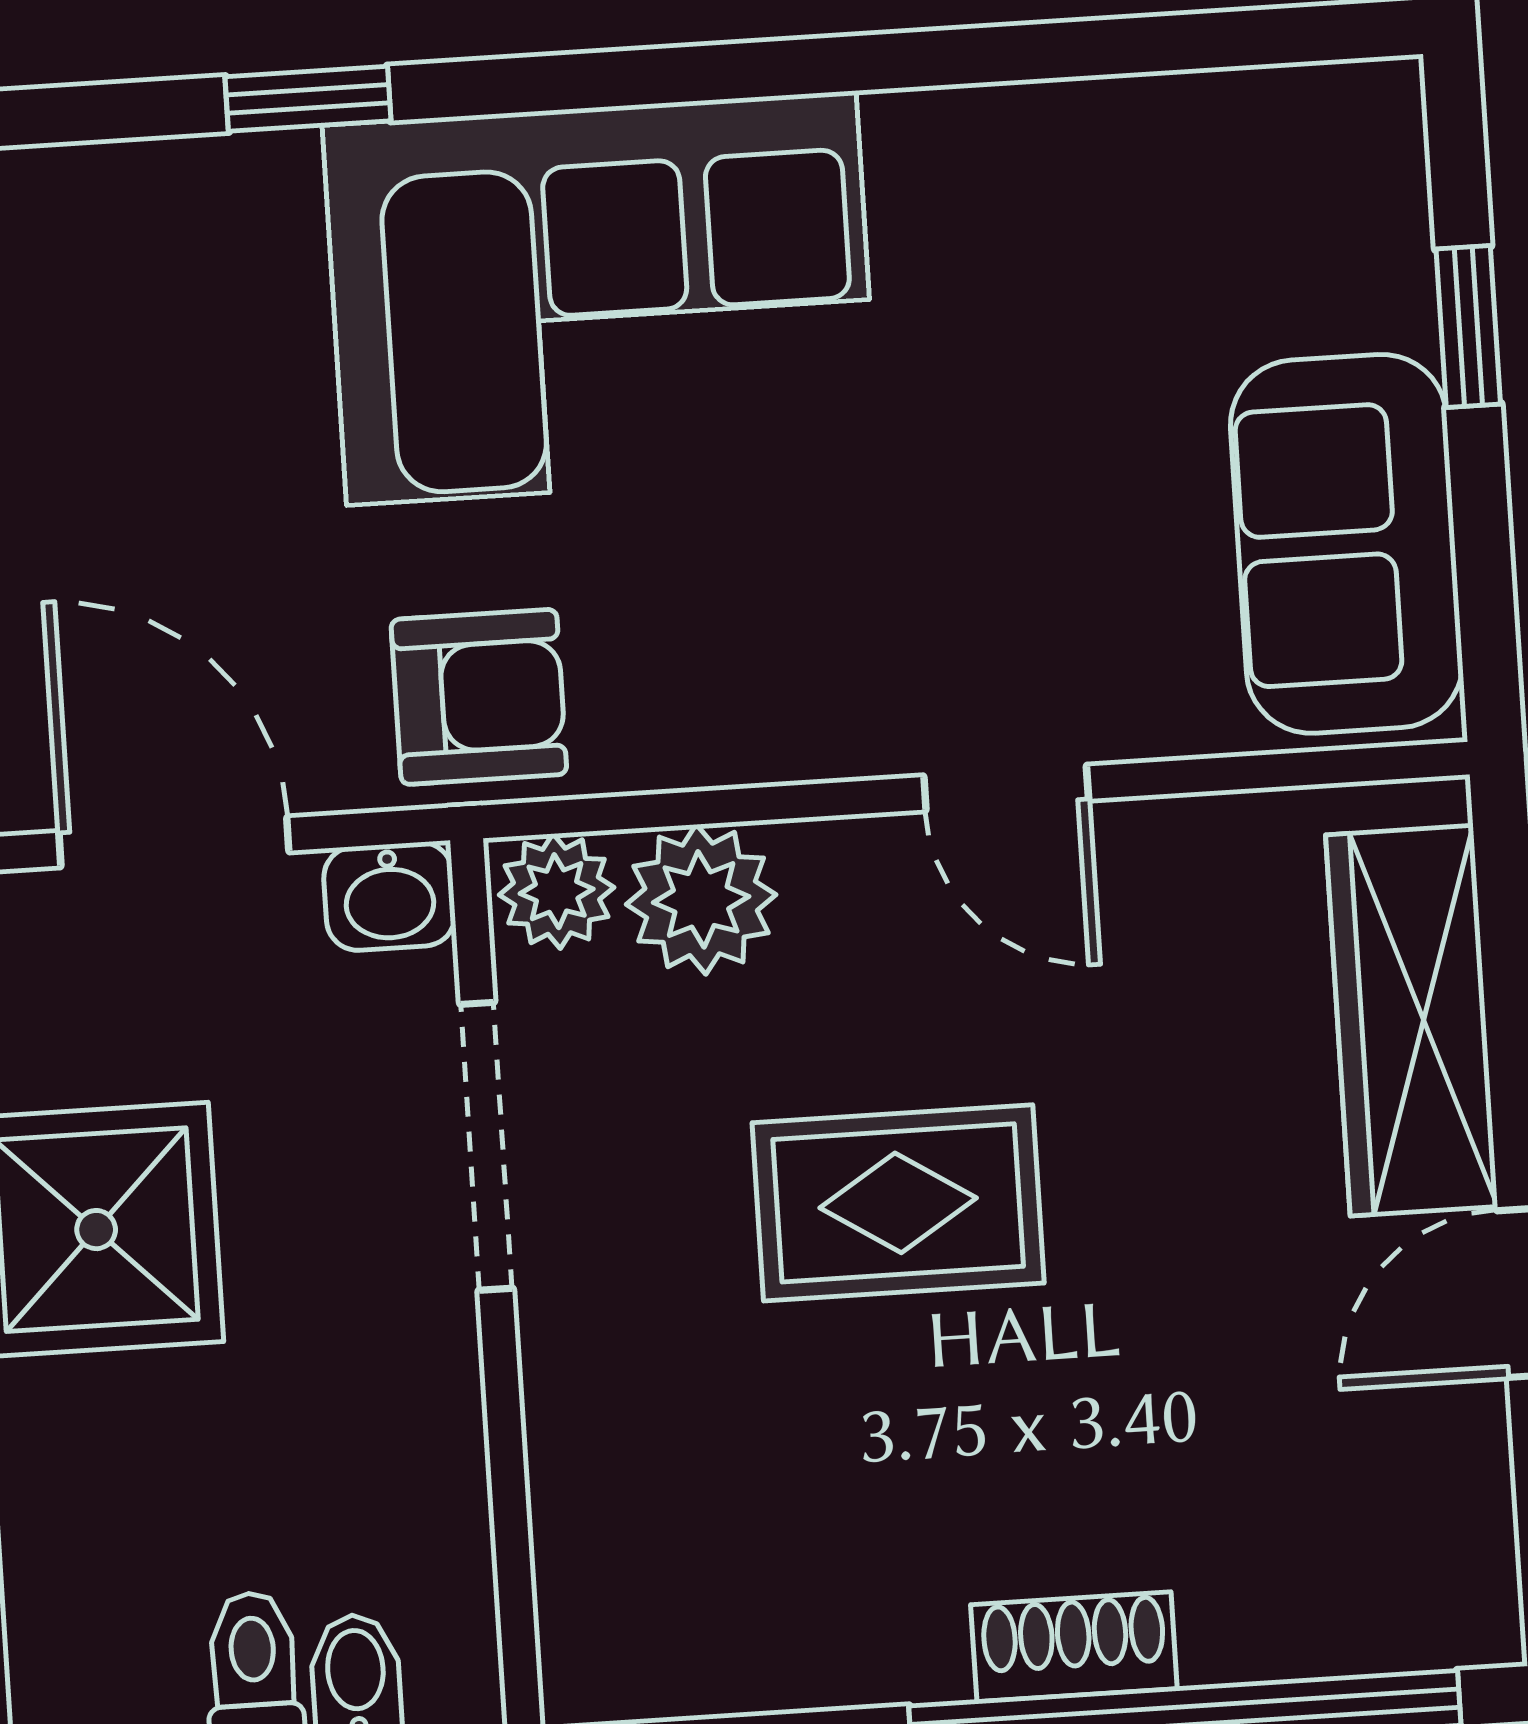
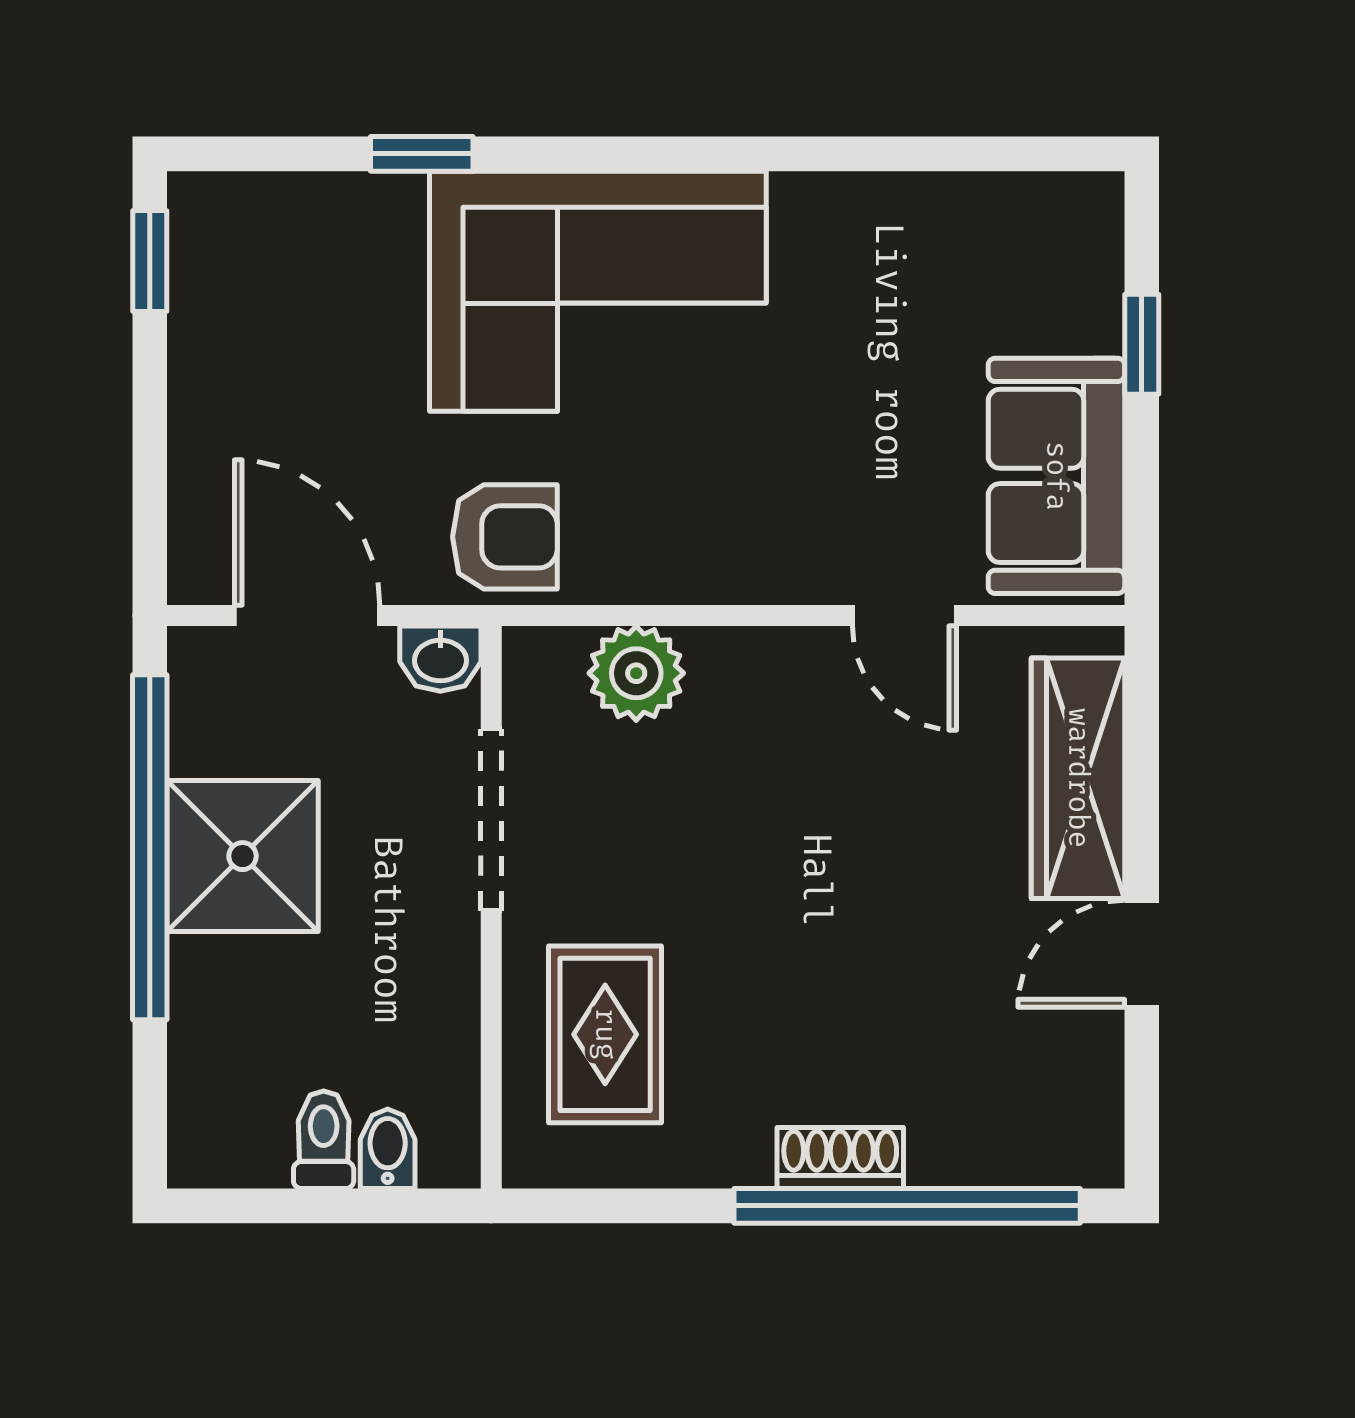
door: (1006, 788) -> (904, 616), moved
plant: (557, 891) -> (546, 662), removed
rug: (898, 1203) -> (605, 1034), moved, turned 90

